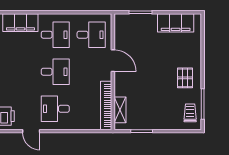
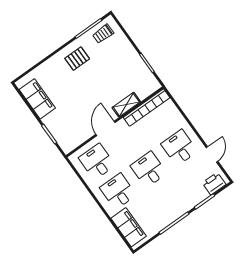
desk: (55, 109) -> (179, 148), turned 180
shelving: (120, 110) -> (126, 105), moved

